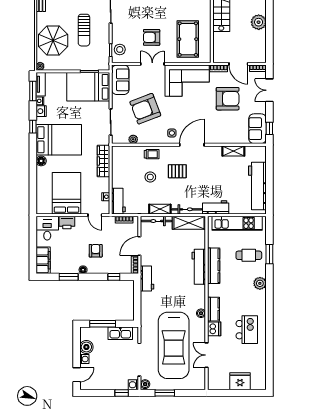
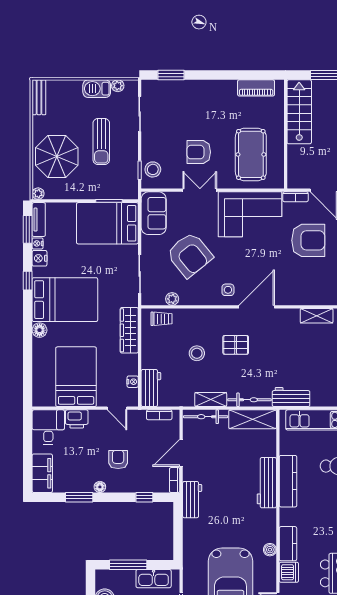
armchair: (145, 109) -> (190, 255), turned -108
trolley: (152, 154) -> (162, 319), moved

